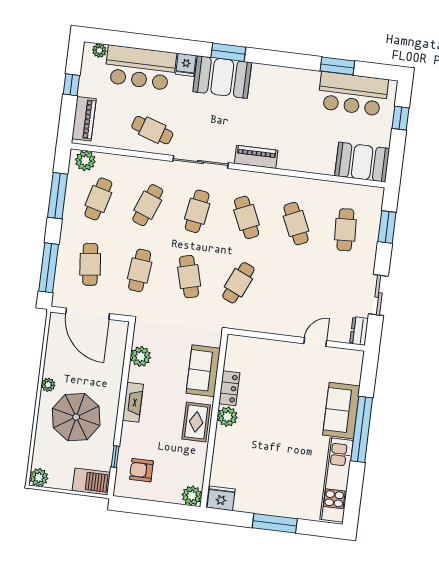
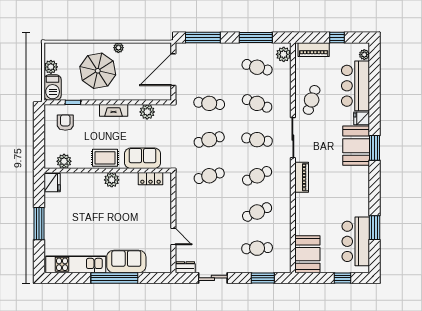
cafe table: (90, 264) -> (209, 67), removed
cafe table: (238, 283) -> (209, 176), turned -39
locker: (229, 388) -> (150, 179), moved
plant: (39, 477) -> (51, 67), moved
plant: (192, 496) -> (64, 161), moved

